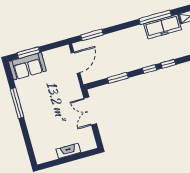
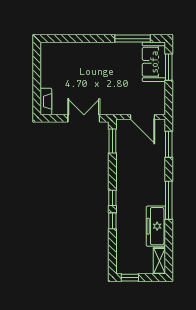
window: (155, 17) -> (169, 200), moved
window: (118, 78) -> (112, 141), moved
window: (17, 103) -> (133, 39), moved
fireplace: (68, 151) -> (46, 101), moved

